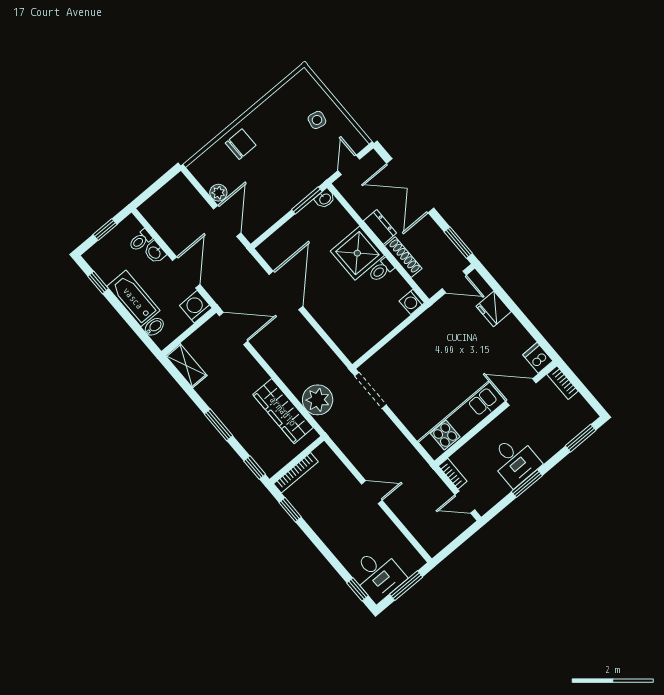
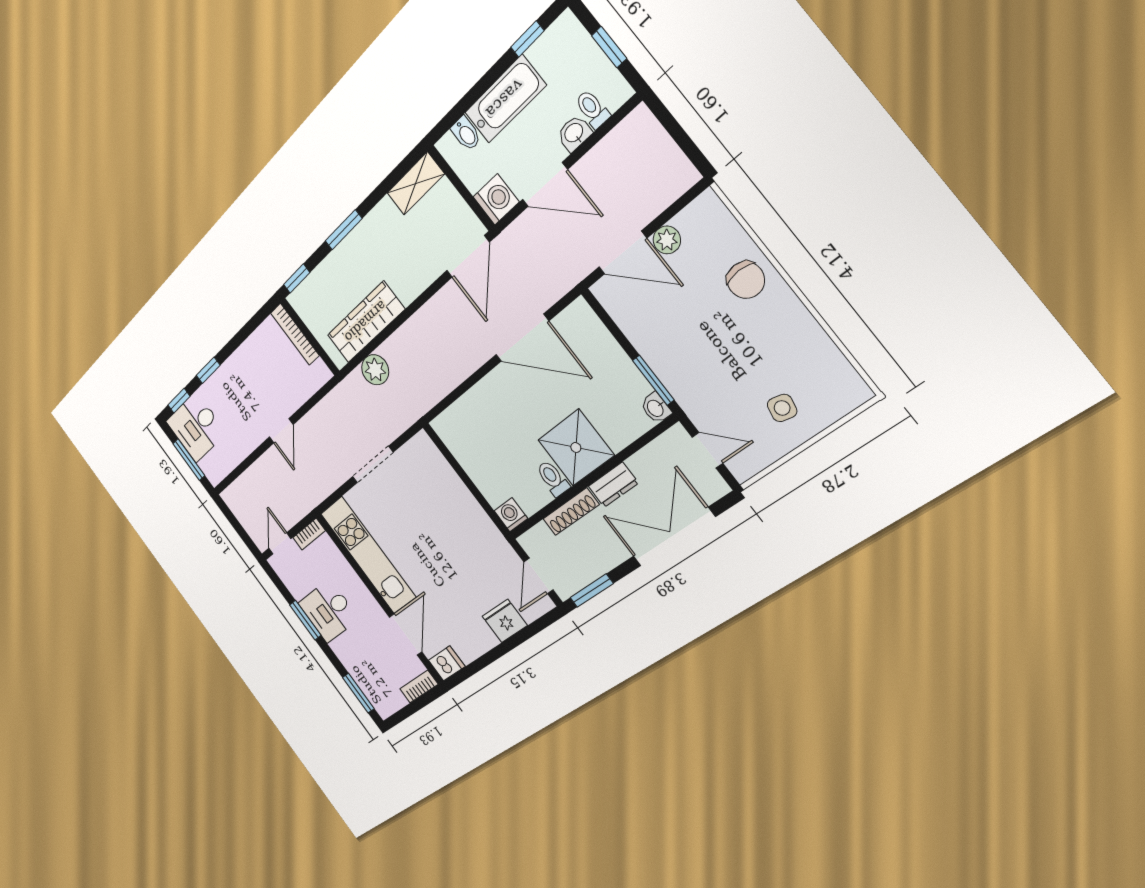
doorway: (370, 390) -> (373, 465), moved
plant: (318, 400) -> (375, 370), width x0.73, depth x0.73
window: (290, 510) -> (208, 370), moved

